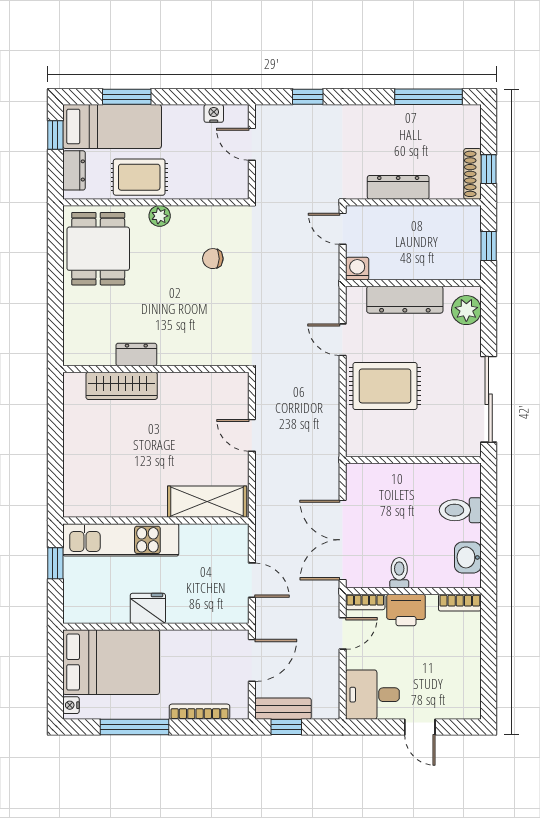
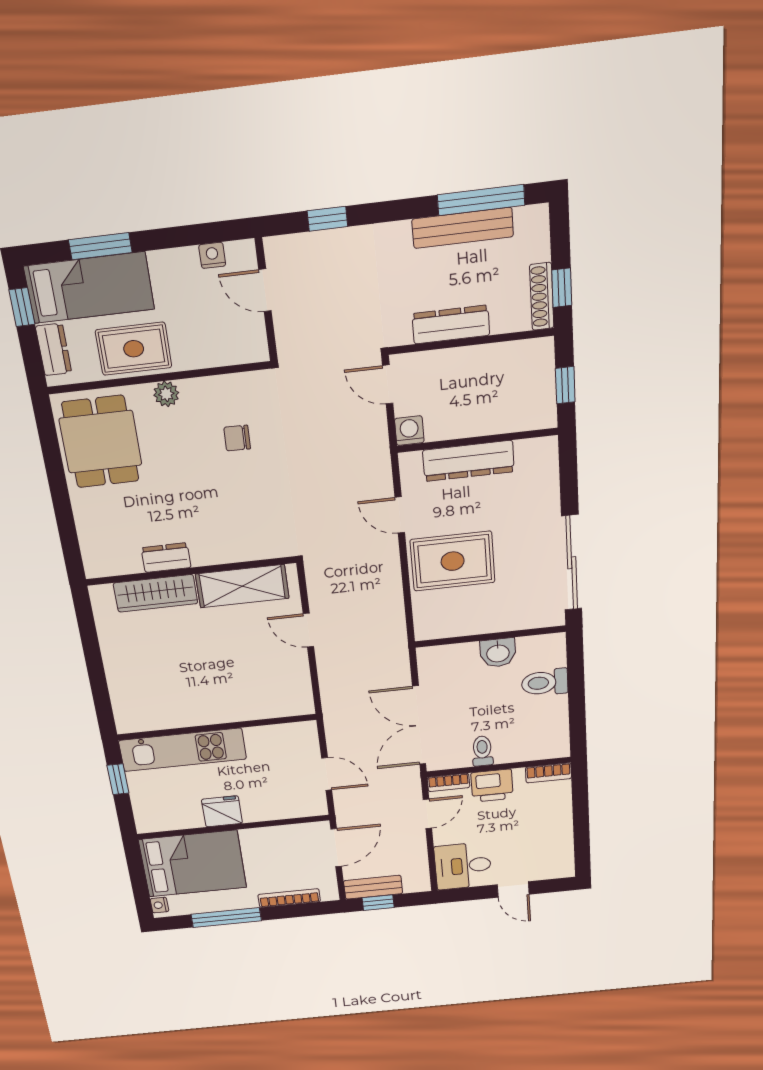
bench: (413, 115) -> (463, 228), added
plant: (466, 310) -> (542, 465), removed
shelving: (207, 502) -> (242, 586), moved
washbasin: (468, 557) -> (498, 653), moved, turned -90

